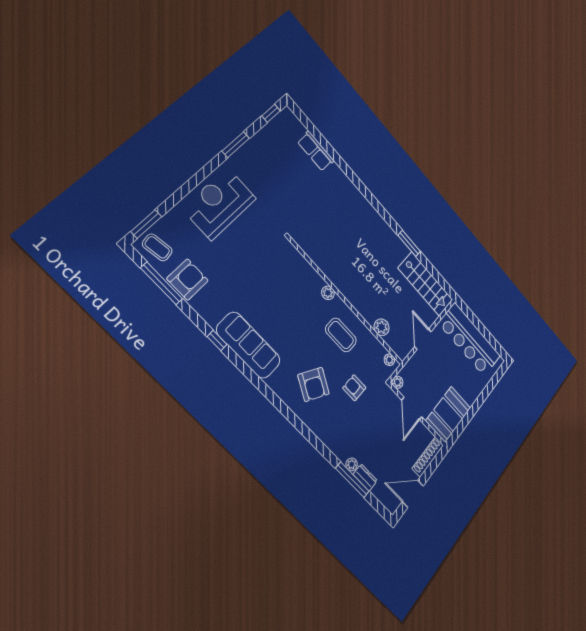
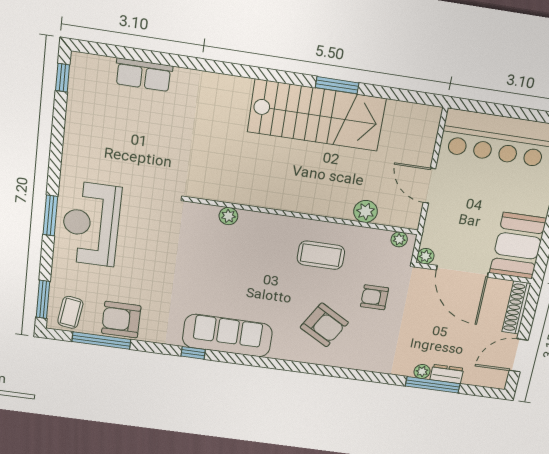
window: (236, 145) -> (50, 216), moved
coffee table: (157, 247) -> (70, 312), turned -73
armchair: (188, 280) -> (121, 320), turned -90
stairs: (426, 284) -> (317, 115), moved, width x1.36, depth x1.51
plant: (328, 293) -> (228, 216), moved
door: (412, 408) -> (462, 271), width x1.36

